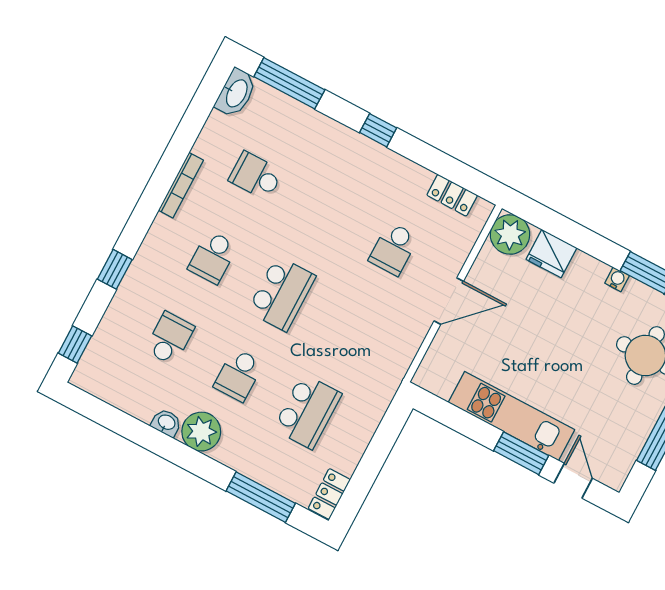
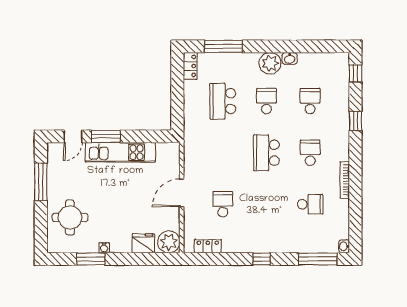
washbasin: (236, 93) -> (344, 246), width x0.52, depth x0.69
school desk: (170, 338) -> (310, 101), turned 180
door: (573, 481) -> (73, 136), hinge flipped

